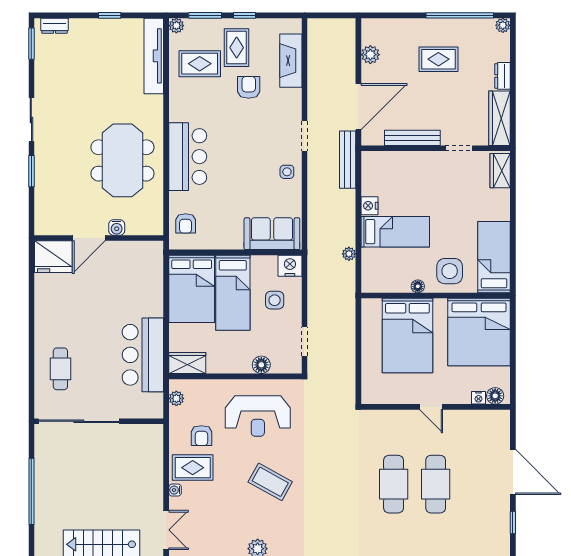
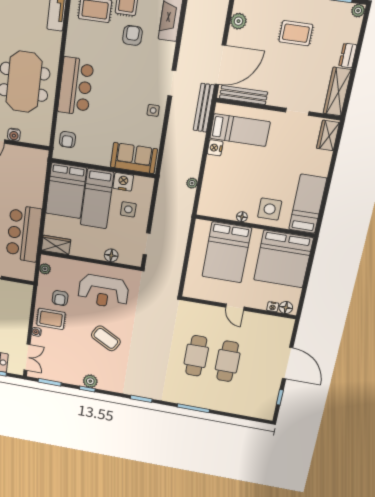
bench: (412, 138) -> (243, 95), moved
bed: (395, 232) -> (240, 130), moved
nightstand: (290, 266) -> (123, 182), moved

